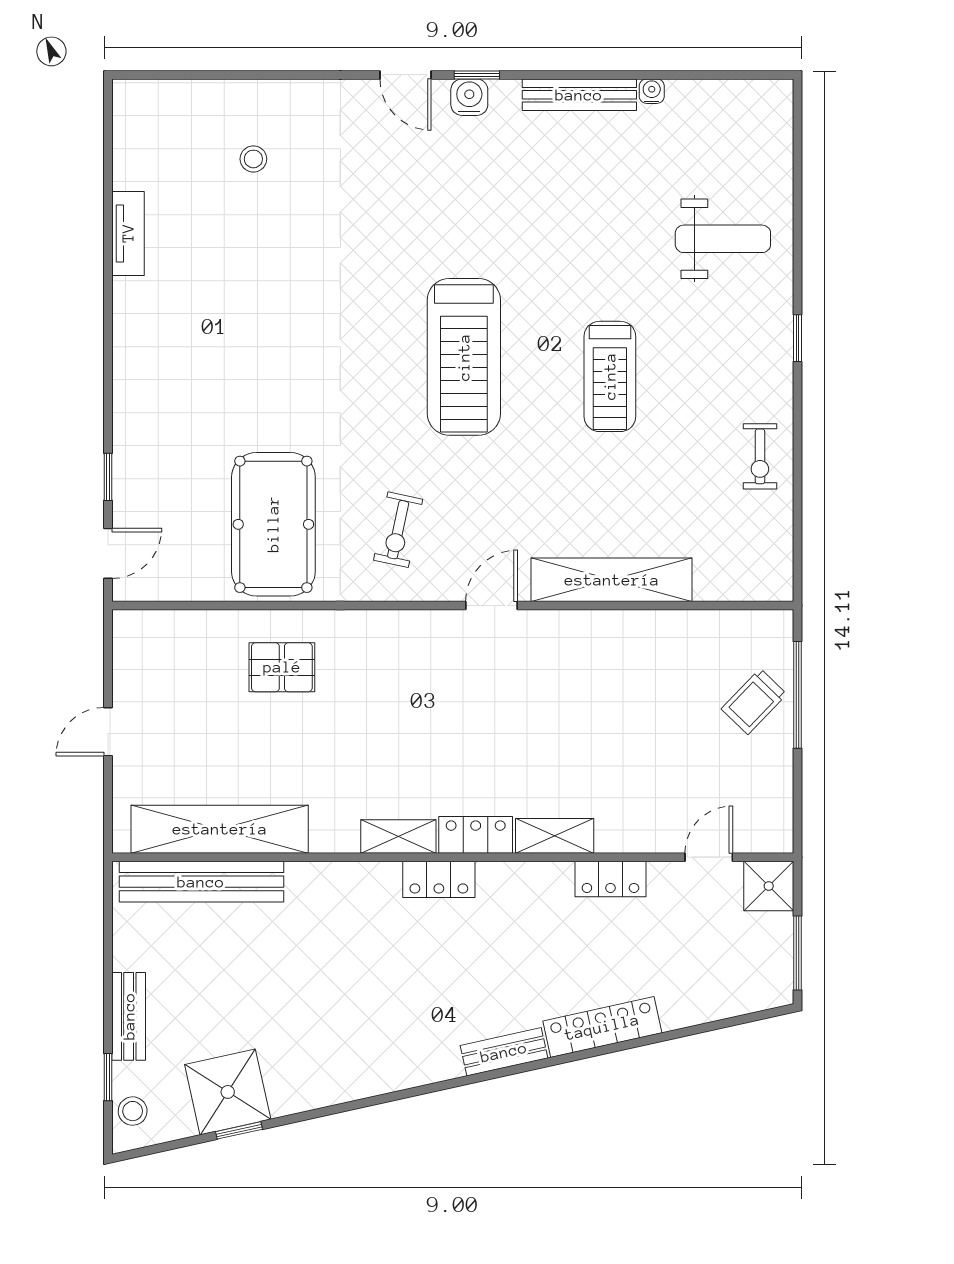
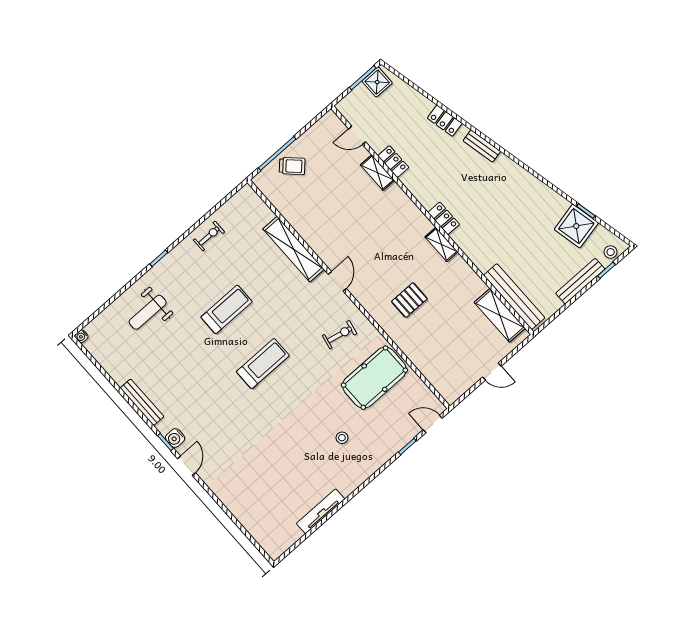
water cooler: (652, 91) -> (82, 336), moved
stool: (253, 159) -> (342, 438), moved
tv unit: (128, 233) -> (321, 511), width x1.41
weight bench: (723, 239) -> (148, 312), turned -90
treadmill: (464, 357) -> (263, 364), width x0.73, depth x0.73
door: (492, 606) -> (337, 281), swing flipped
pallet: (282, 667) -> (409, 300), moved, turned 90
shelving: (220, 829) -> (500, 315), width x0.68
locker: (476, 835) -> (418, 219), removed
shelving: (555, 836) -> (377, 173), moved
shower: (769, 886) -> (377, 82), moved
bench: (129, 1016) -> (580, 281), width x1.36
locker: (602, 1027) -> (445, 121), width x0.66

